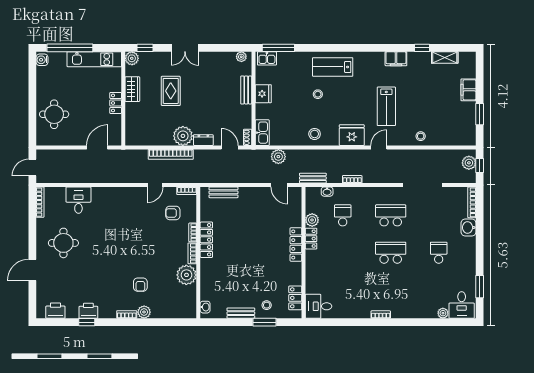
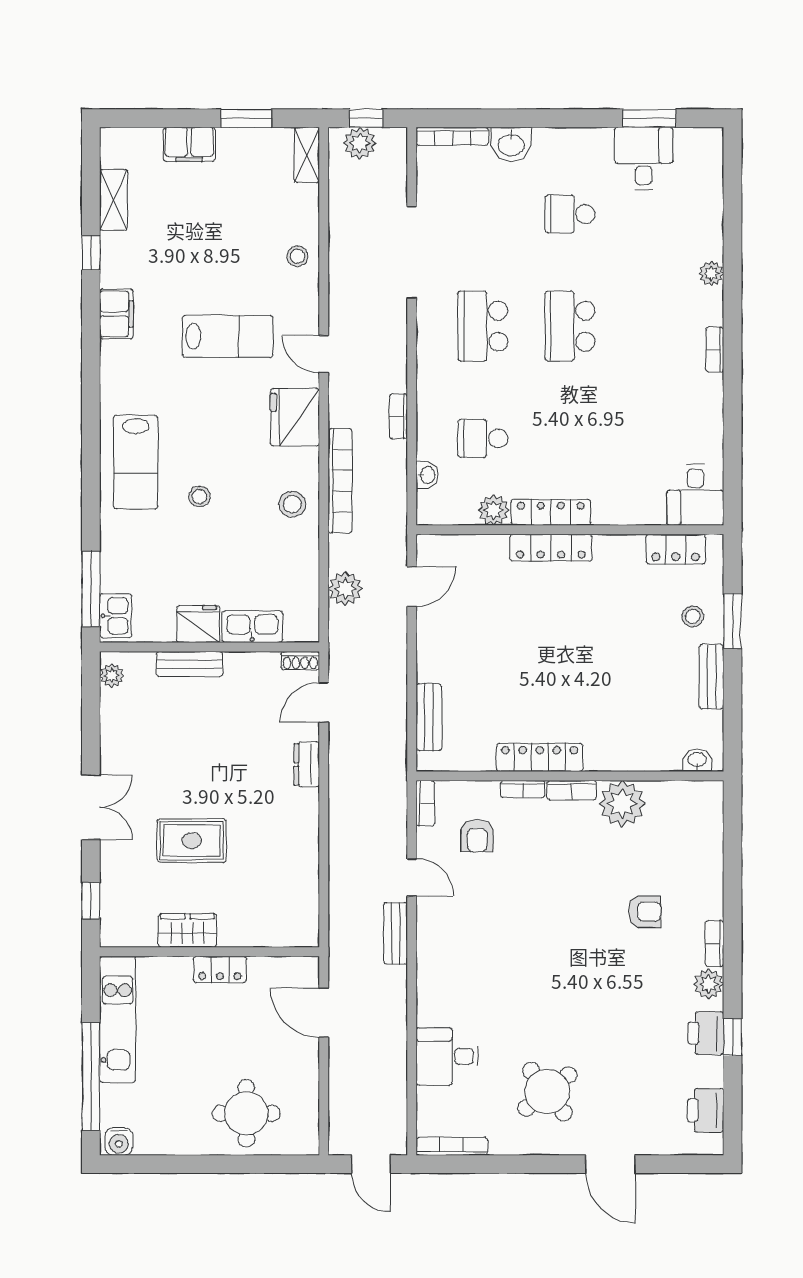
plant: (132, 58) -> (115, 932), removed
kitchen sink: (262, 133) -> (252, 627), moved
plant: (183, 136) -> (297, 812), removed
shelving: (464, 140) -> (307, 155), added
bookcase: (171, 154) -> (340, 481), moved
bench: (313, 178) -> (396, 933), moved
locker: (311, 239) -> (551, 512), width x1.53
round table: (63, 243) -> (547, 1091), turned -38
desk: (462, 305) -> (644, 158), moved, turned -90
plant: (144, 312) -> (709, 984), moved
plant: (443, 313) -> (711, 273), moved

